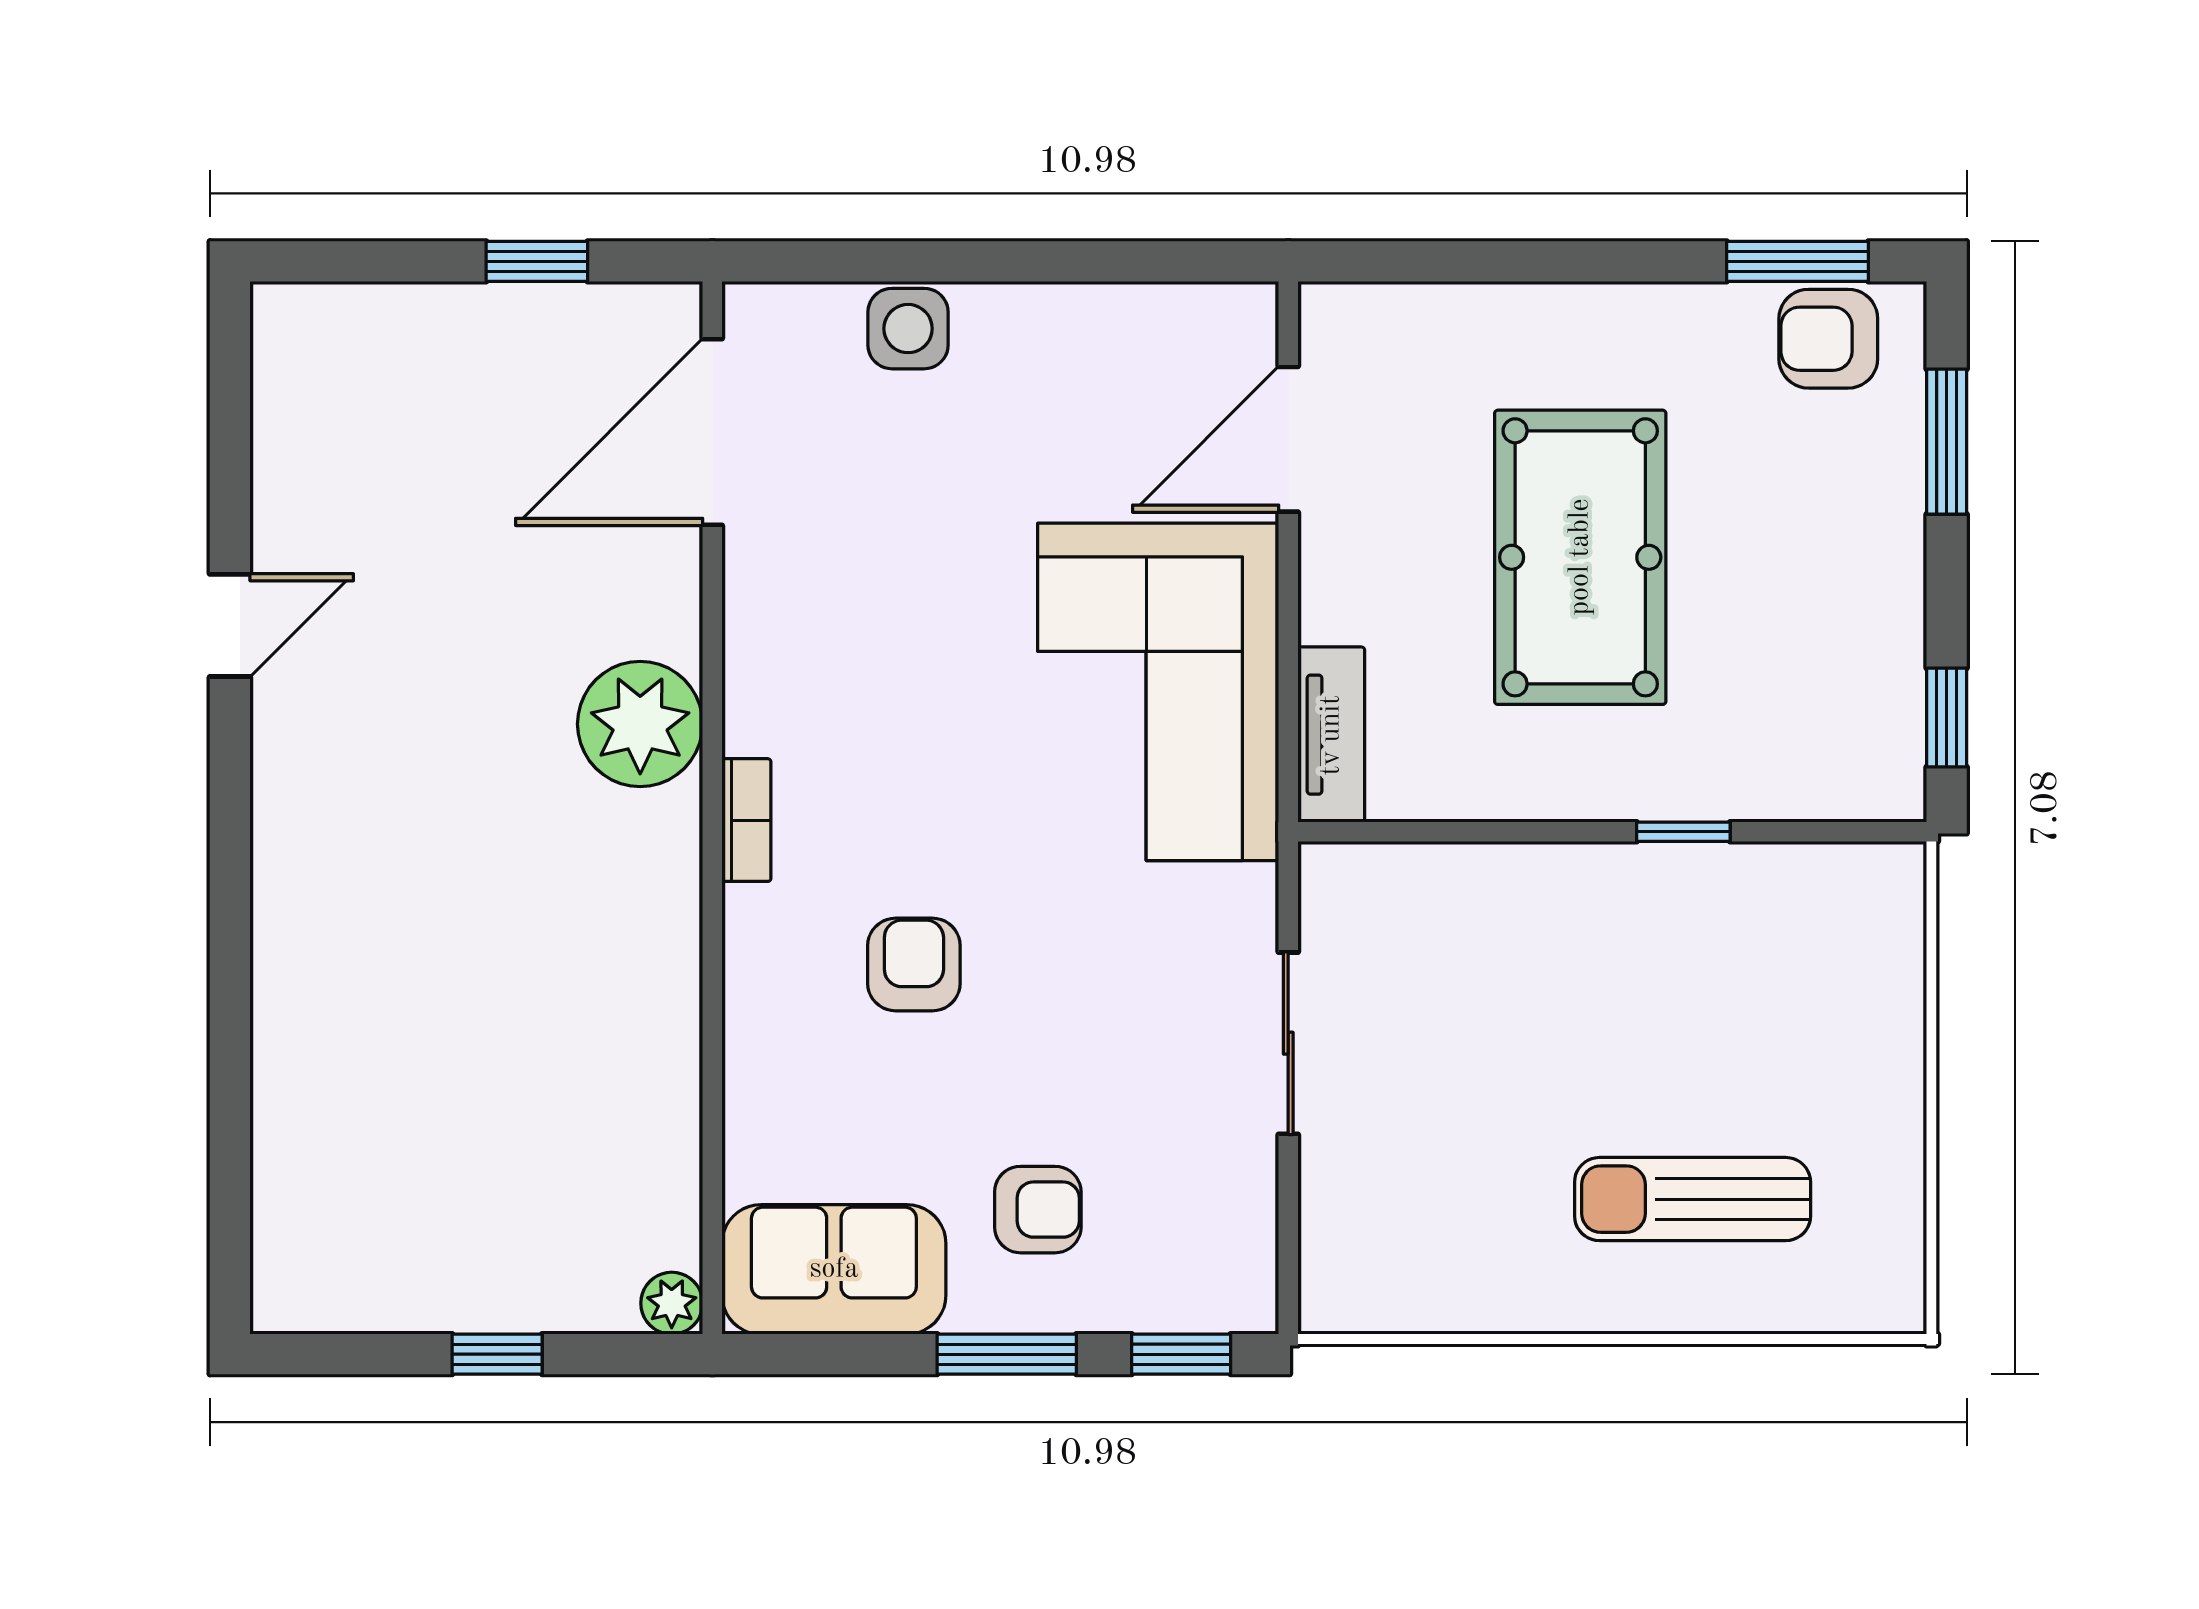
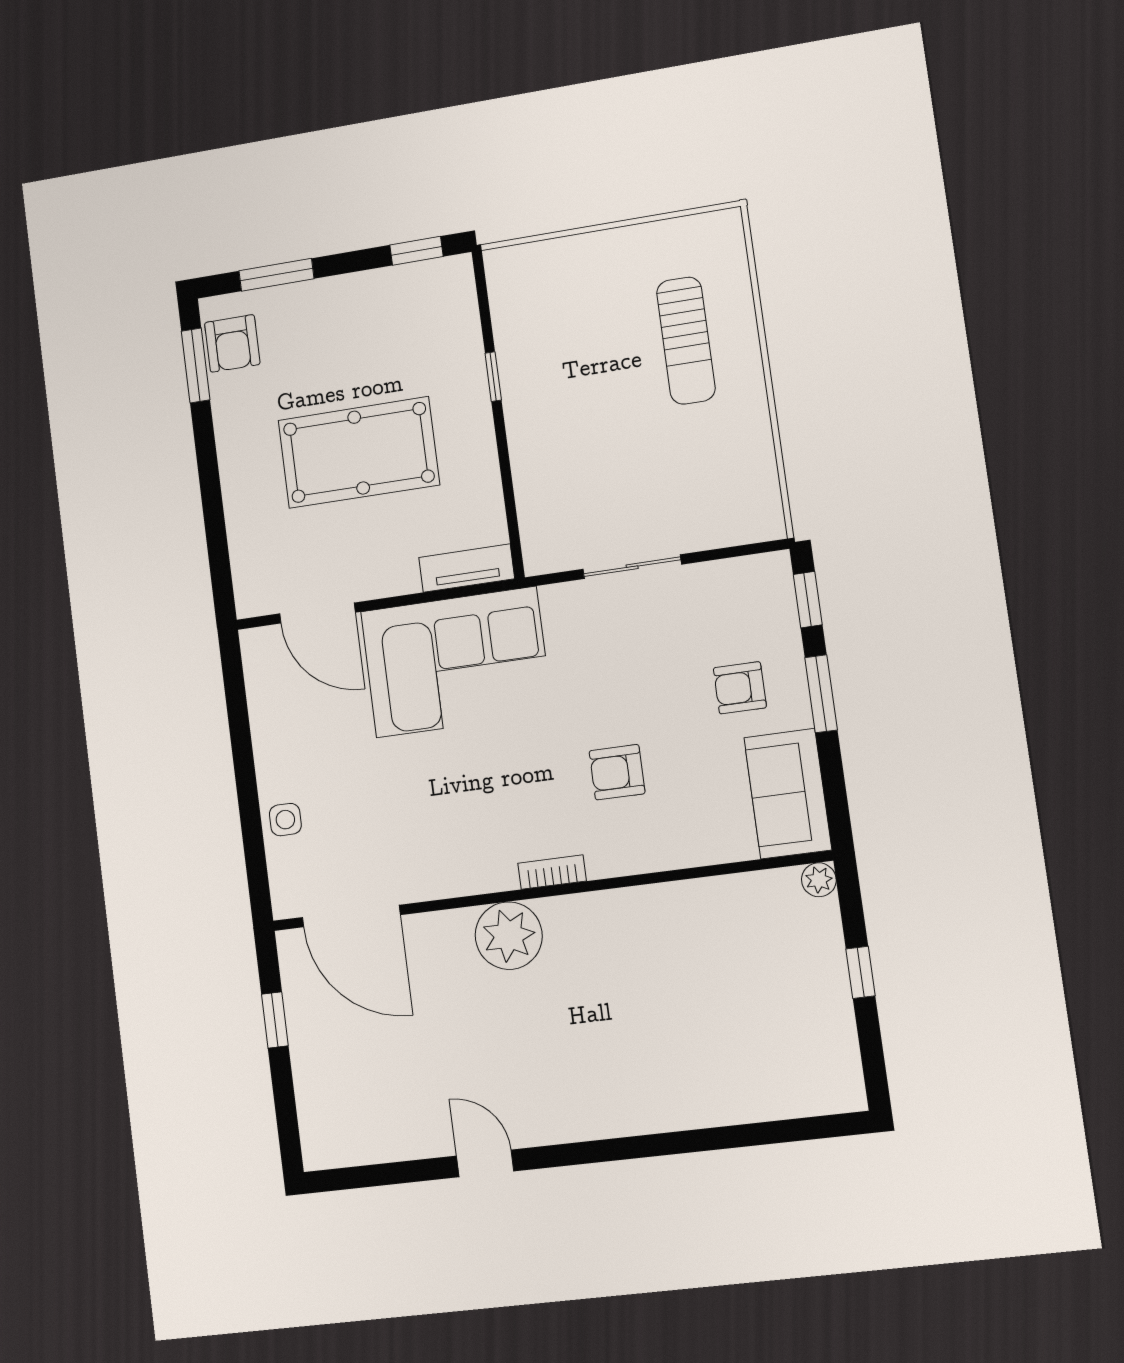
side table: (908, 329) -> (285, 820), width x0.73, depth x0.73
armchair: (1038, 1210) -> (740, 688), turned -90

